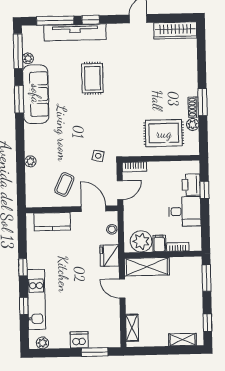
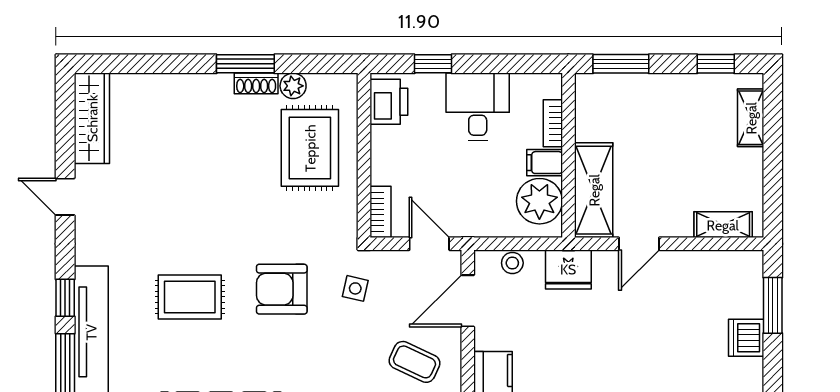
armchair: (97, 121) -> (282, 289), added
printer: (191, 185) -> (389, 102), moved, turned -90

